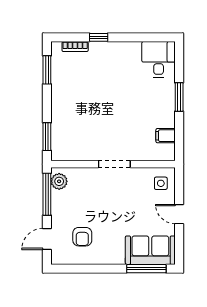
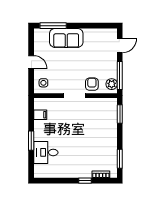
desk: (159, 59) -> (46, 152), moved, turned 90
armchair: (82, 237) -> (92, 84), moved
sofa: (150, 250) -> (66, 38), moved

